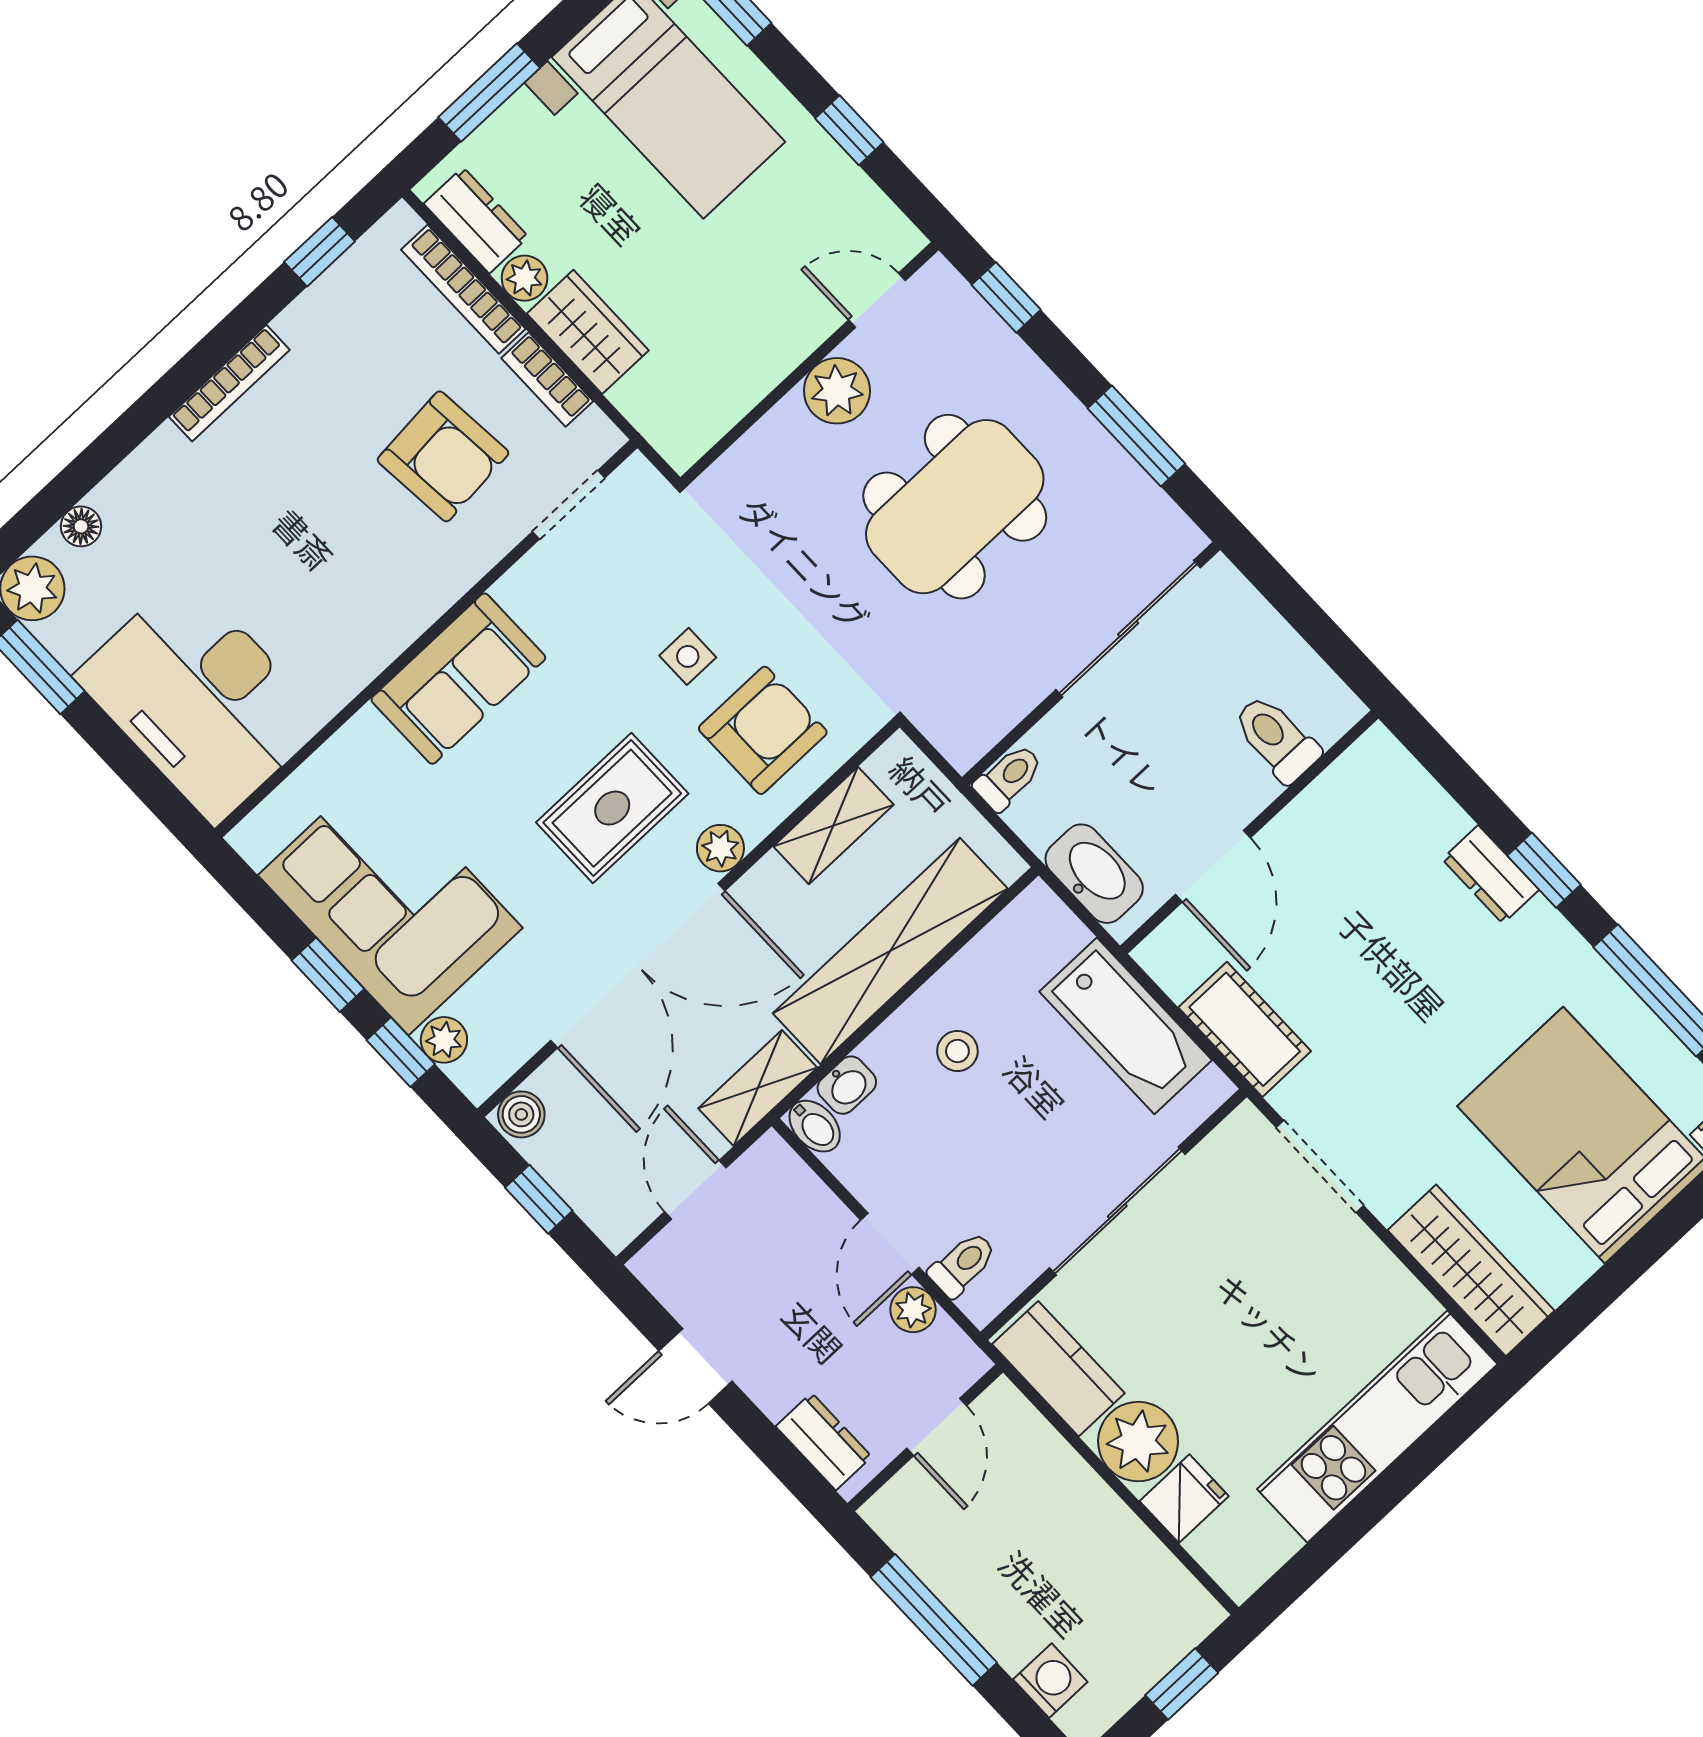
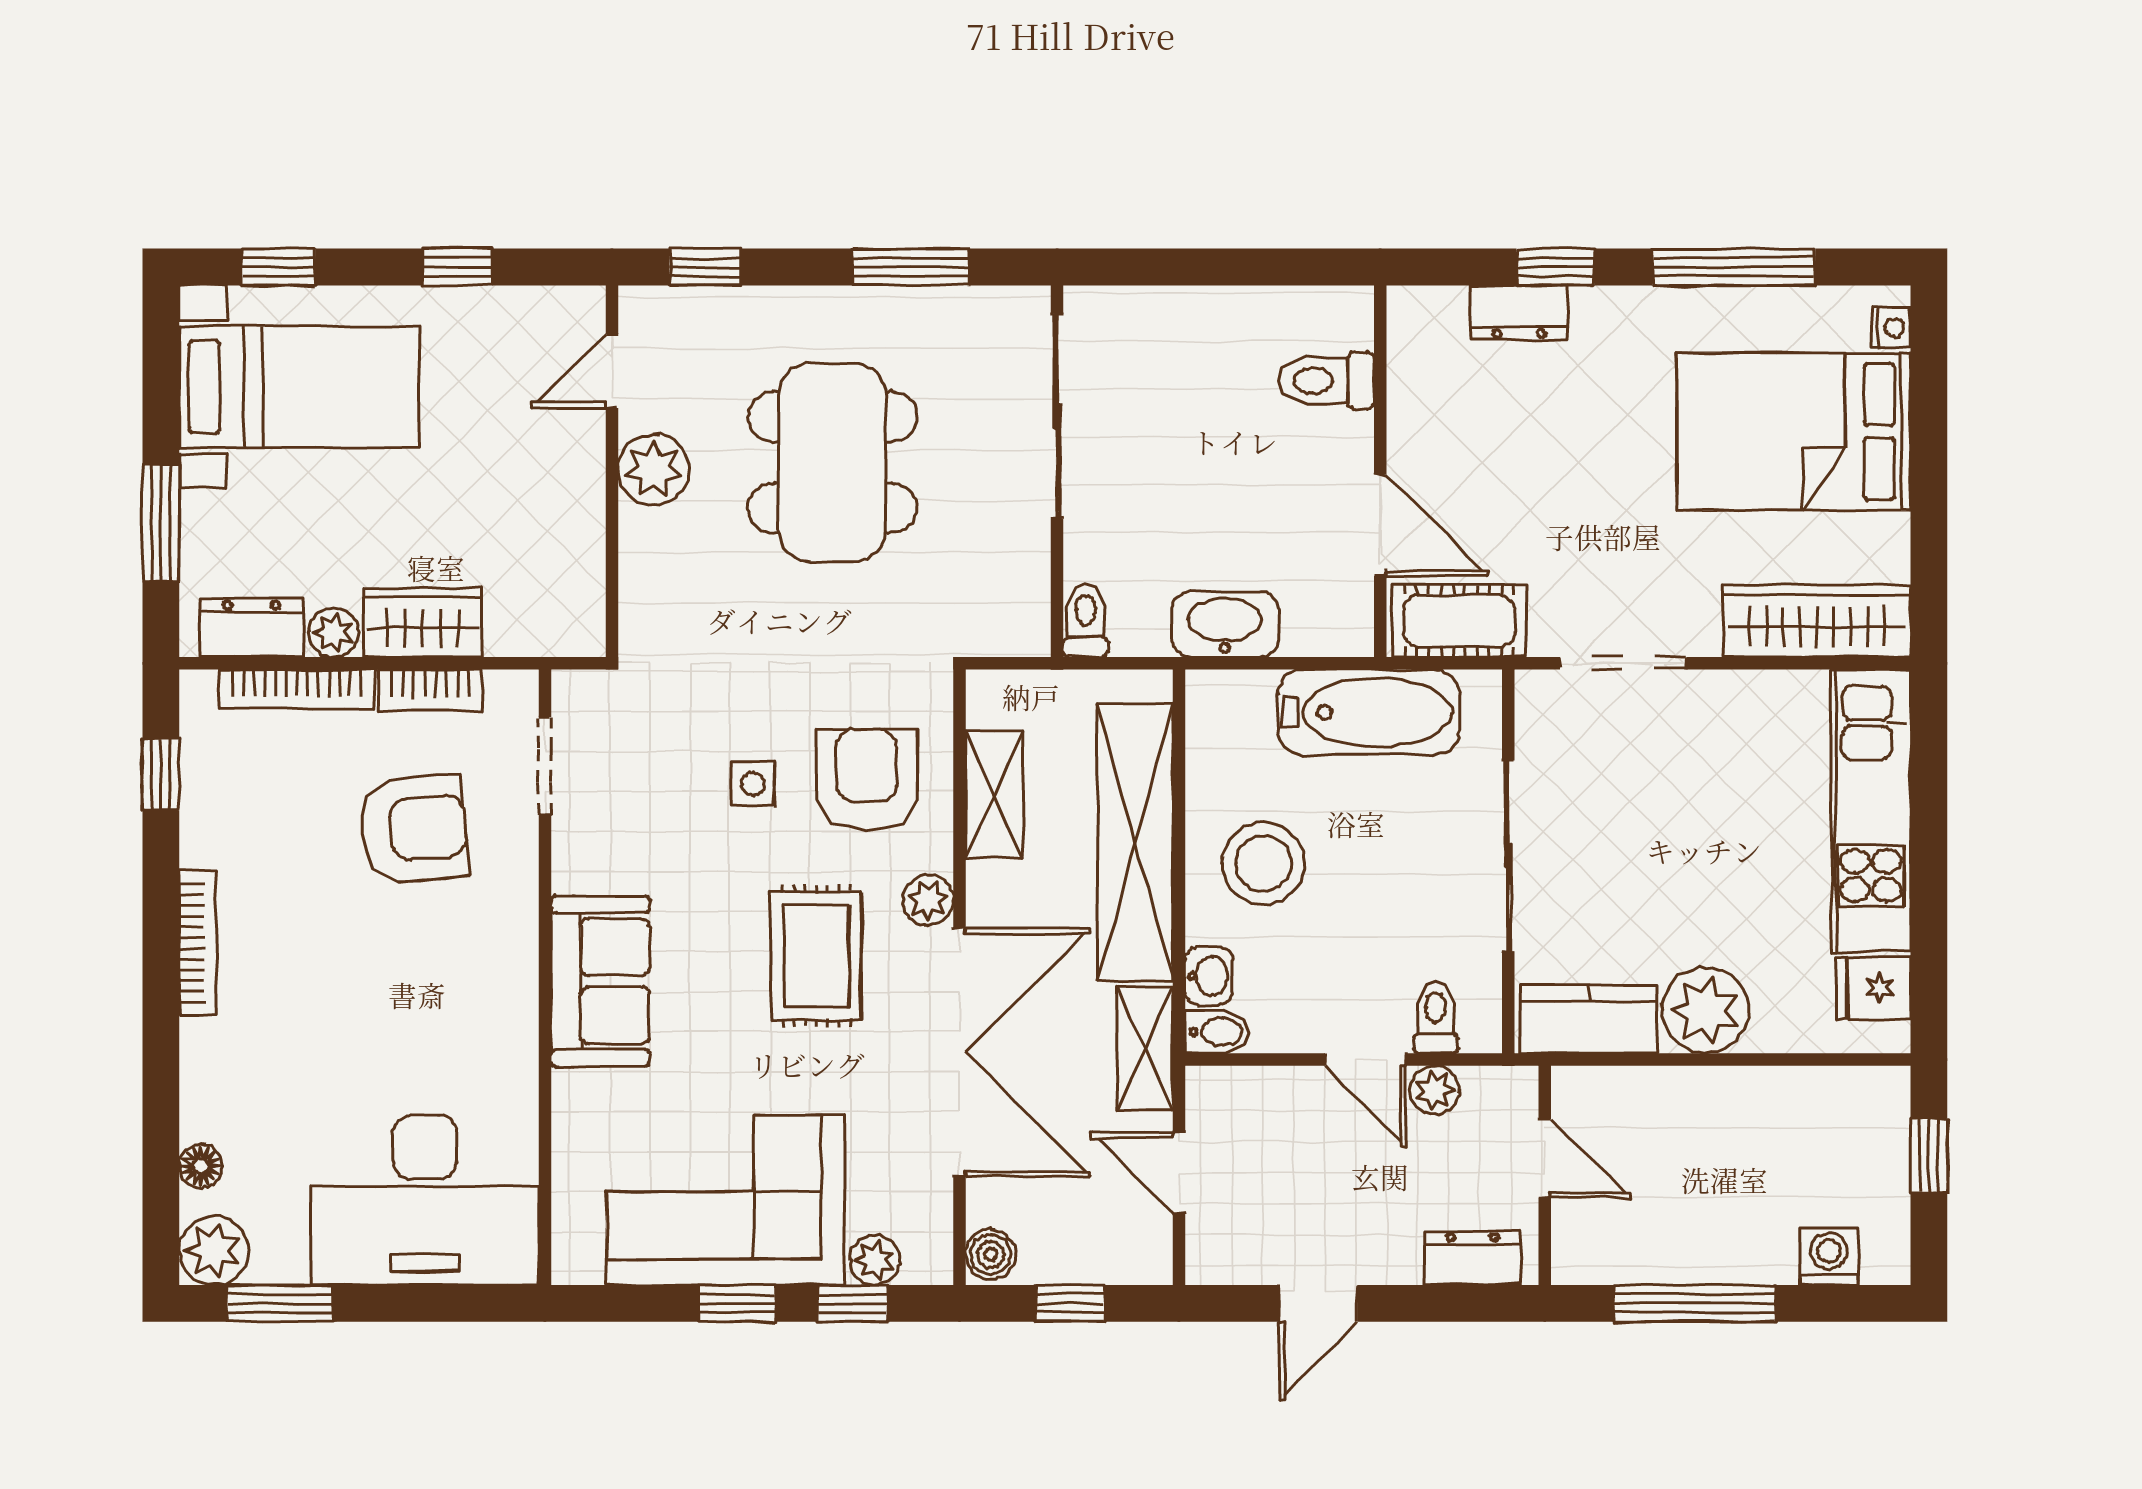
toilet: (1276, 738) -> (1326, 381), moved
wall: (1249, 832) -> (1380, 471), moved
door: (1213, 866) -> (1380, 525), moved
stool: (957, 1051) -> (1264, 864), width x1.89, depth x1.89
fridge: (1184, 1499) -> (1873, 988), moved, turned -90

